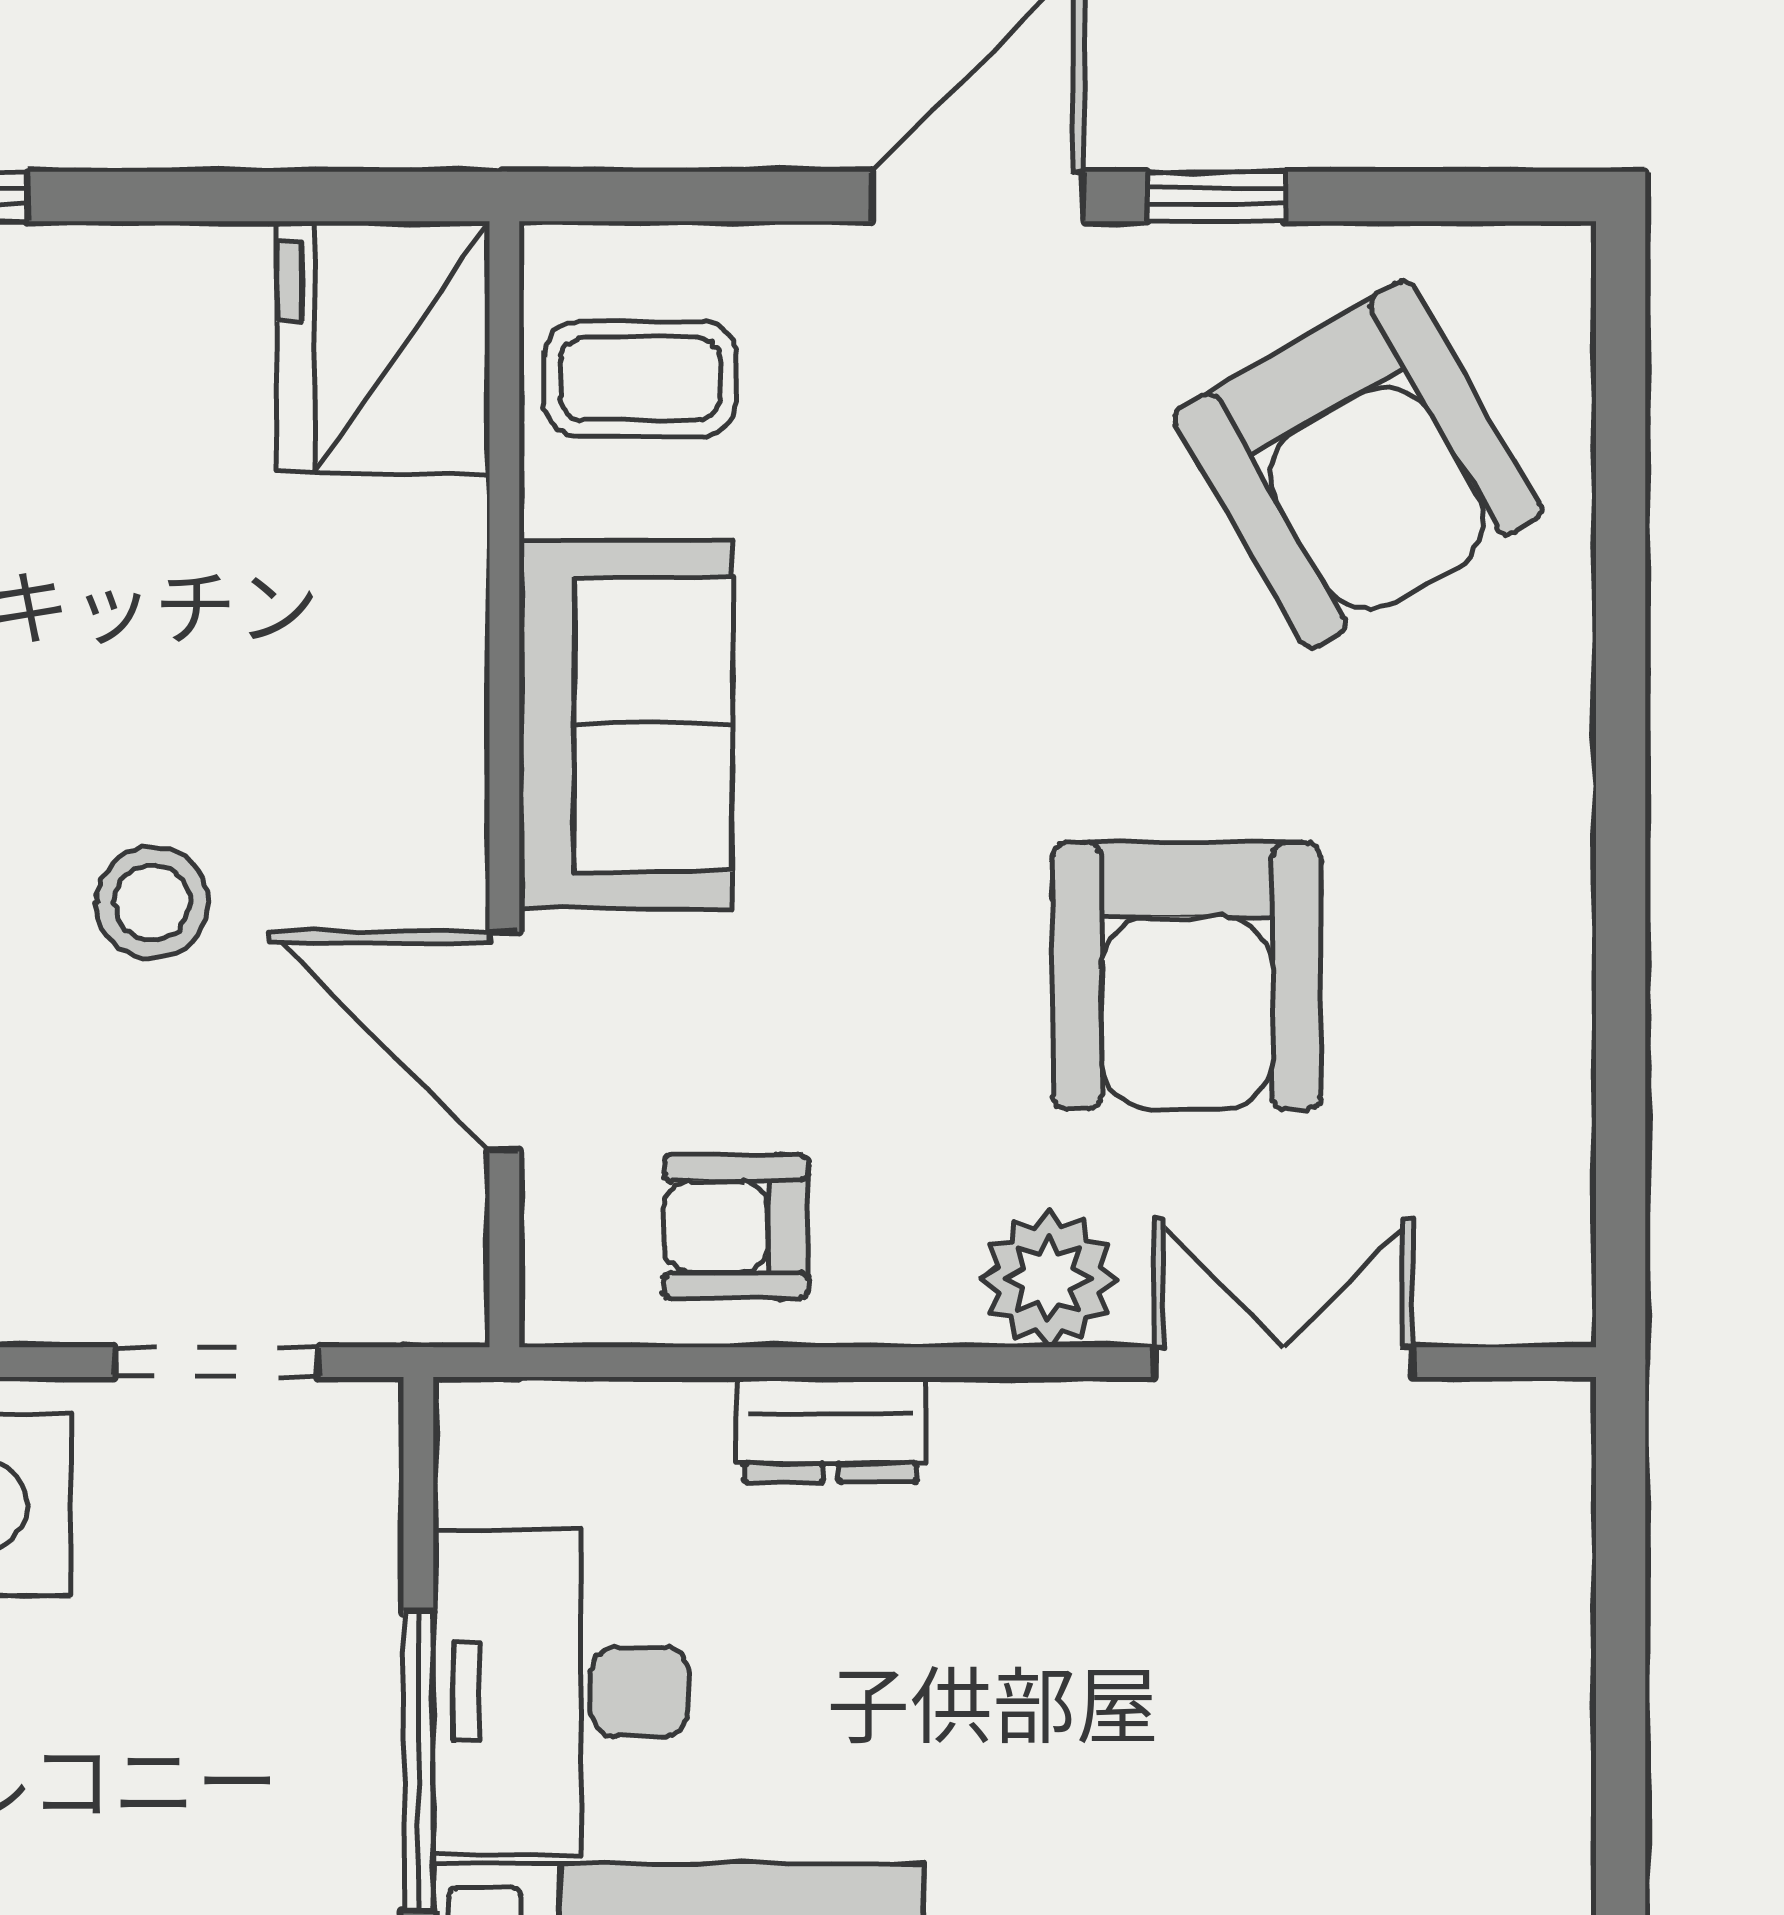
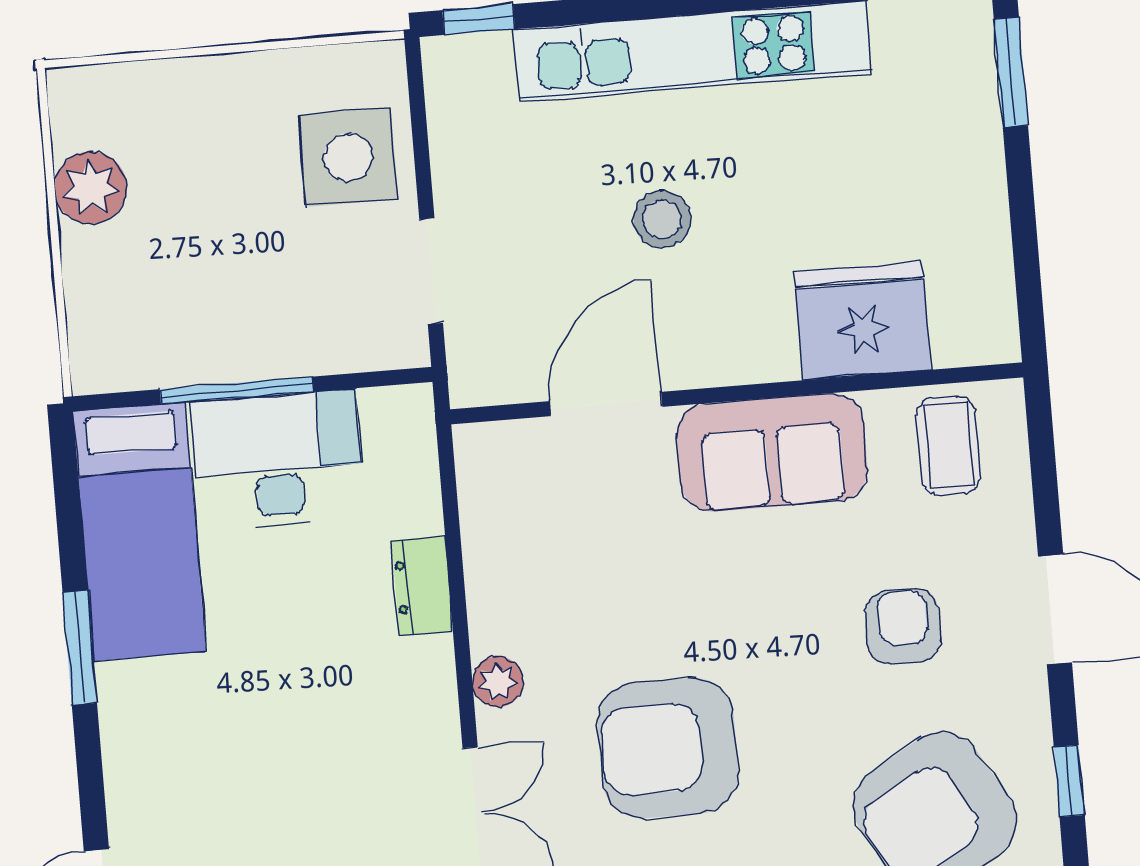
window: (1216, 197) -> (1069, 781), moved
fridge: (383, 347) -> (863, 321), moved
armchair: (736, 1227) -> (903, 626), moved
plant: (1048, 1279) -> (498, 682), width x0.73, depth x0.73

